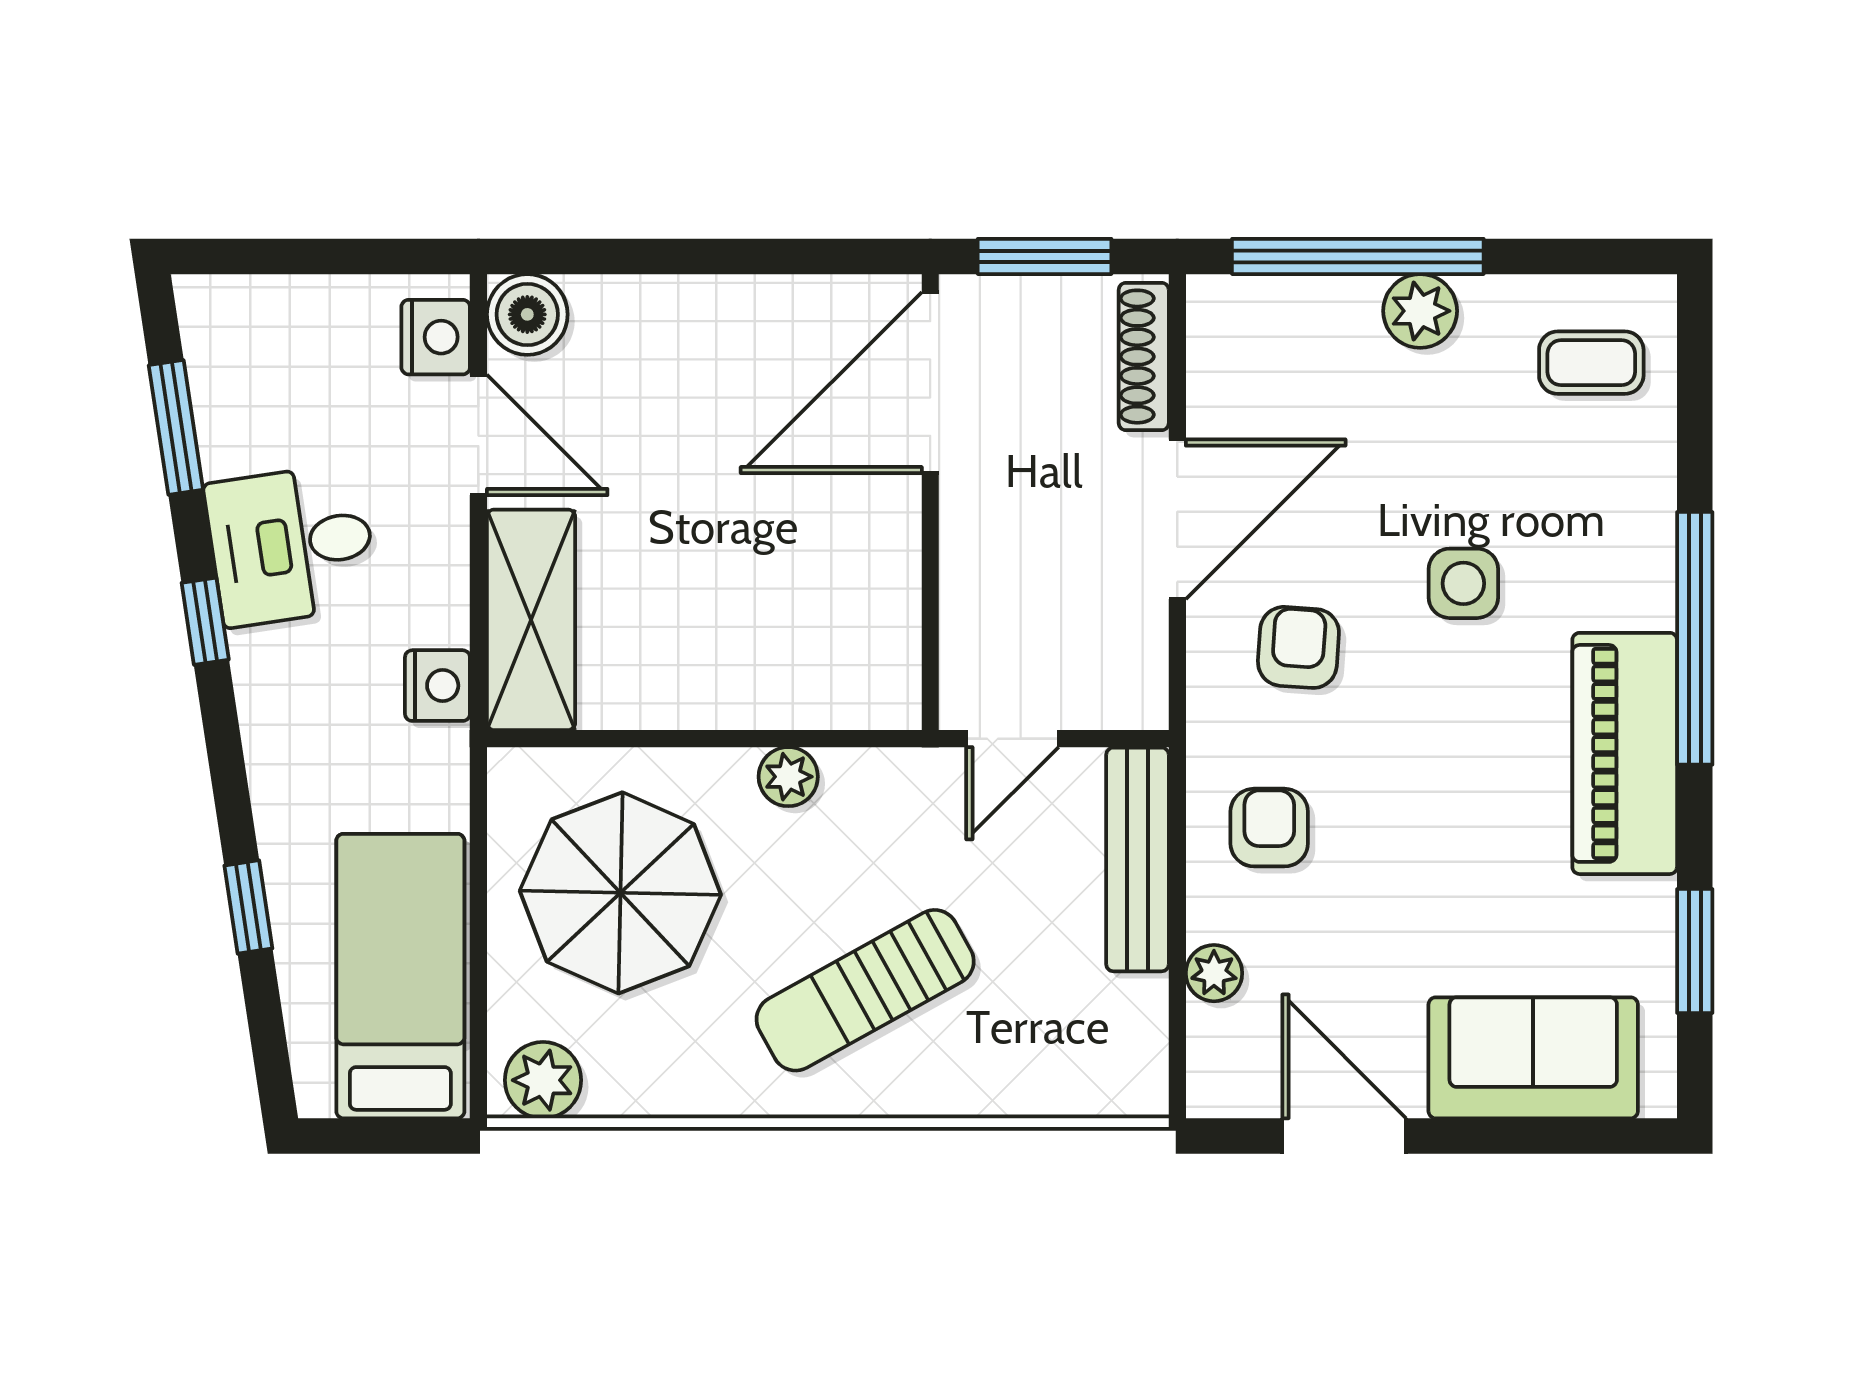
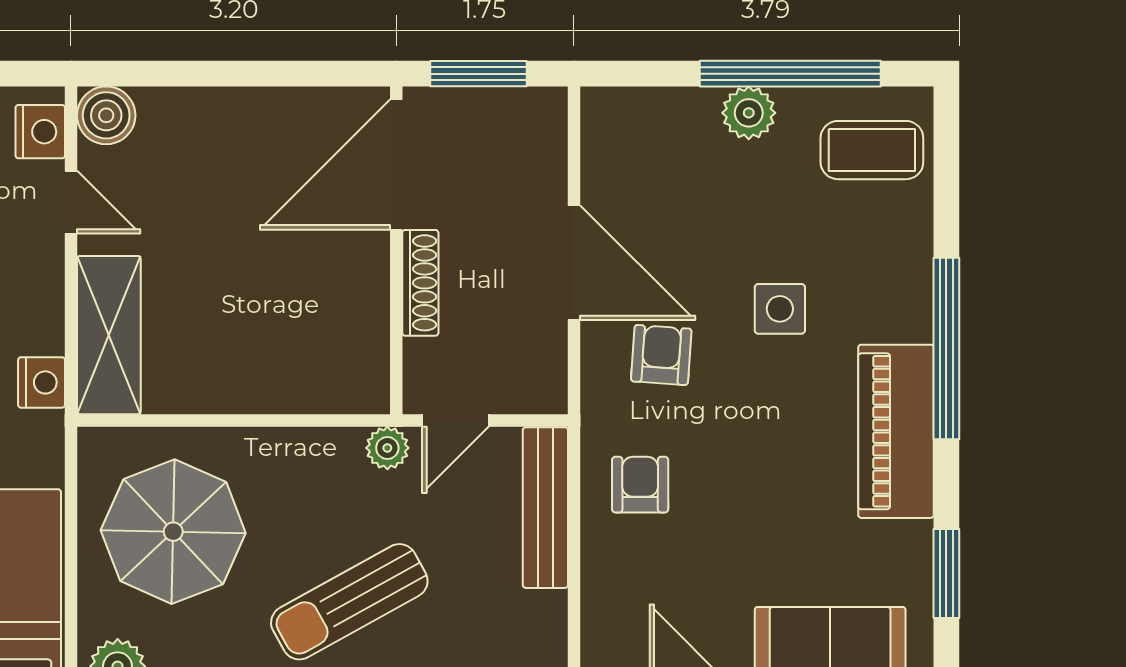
window: (1358, 256) -> (790, 74), moved
shoe rack: (1144, 357) -> (420, 283), moved, turned 180
coffee table: (1591, 363) -> (872, 150), width x1.36, depth x1.30
door: (478, 435) -> (71, 202), width x0.73
door: (1177, 519) -> (574, 263), hinge flipped
plant: (788, 777) -> (387, 448), moved
plant: (1214, 973) -> (600, 589), removed

